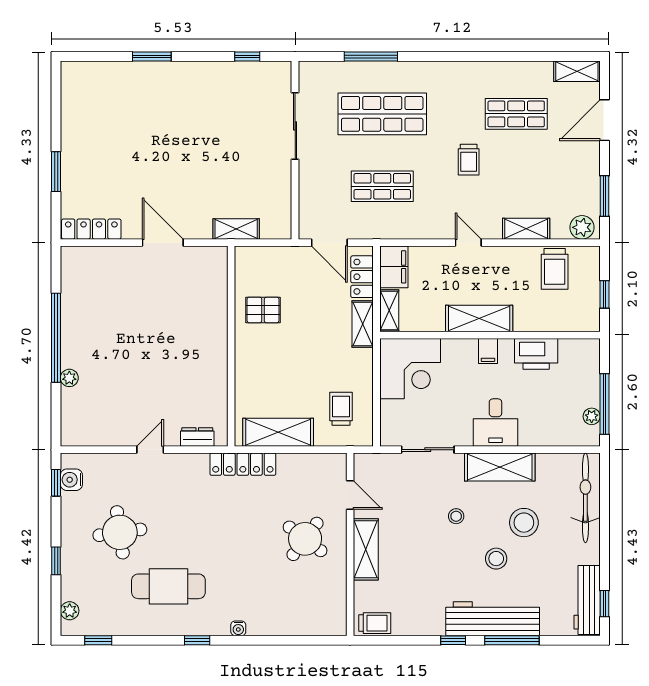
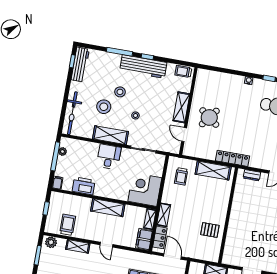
filing cabinet: (488, 351) -> (57, 183), moved
workbench: (493, 619) -> (143, 67), moved

